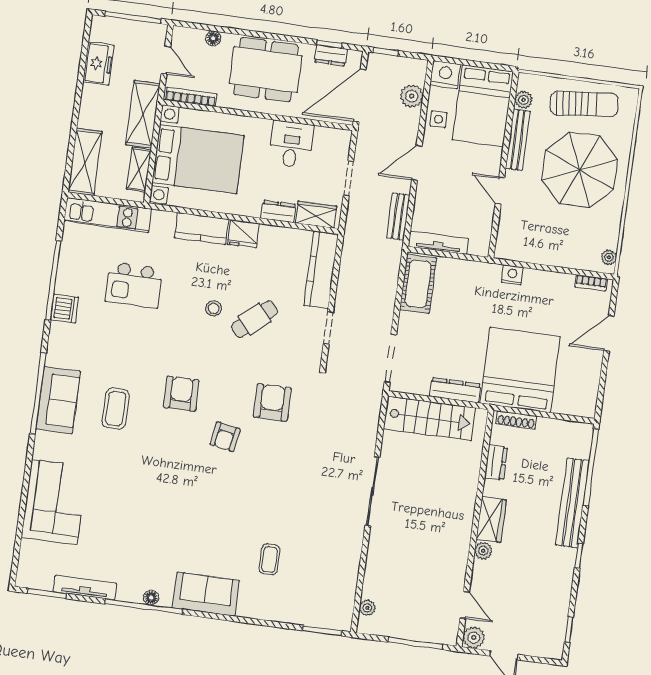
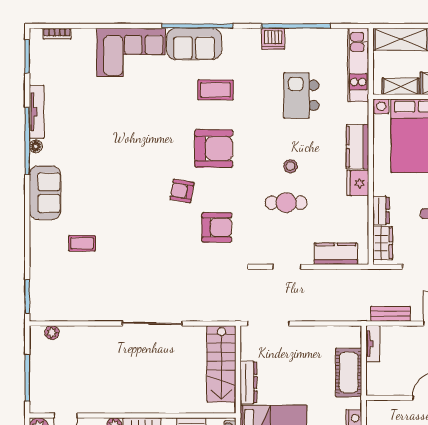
tv unit: (438, 243) -> (373, 344), width x0.71
kitchen counter: (321, 270) -> (336, 254), width x0.67
cot: (418, 284) -> (349, 373), moved, turned 90
cafe table: (255, 319) -> (286, 203), turned -49
armchair: (181, 394) -> (214, 149), width x1.36, depth x1.36
coffee table: (116, 409) -> (216, 90), moved
corner sofa: (54, 502) -> (131, 52), moved
bookcase: (25, 556) -> (57, 34), added
tv unit: (85, 588) -> (37, 112), moved

